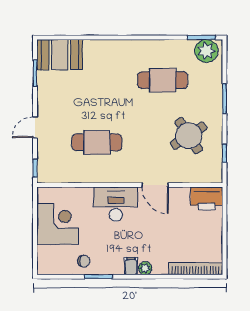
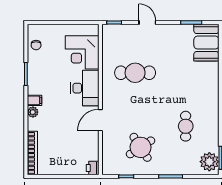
cafe table: (163, 80) -> (186, 126), width x0.73, depth x0.74
cafe table: (97, 142) -> (135, 73), turned 90
printer: (207, 198) -> (93, 168), width x0.53, depth x0.68
corner desk: (58, 224) -> (82, 52), moved, turned 90
chair: (84, 261) -> (36, 45), moved

